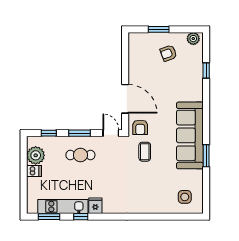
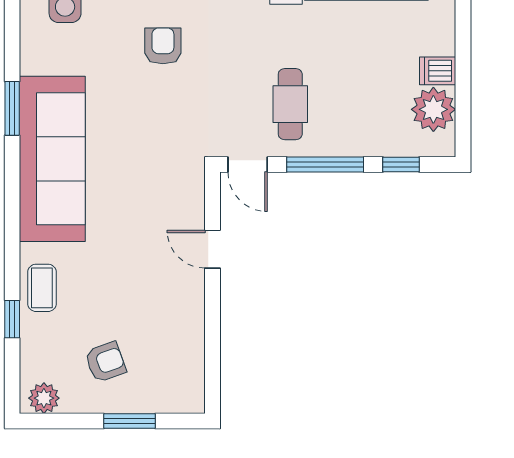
door: (125, 99) -> (213, 249), width x0.53
armchair: (140, 127) -> (163, 46), moved
window: (80, 133) -> (325, 165), width x1.44
coffee table: (145, 152) -> (42, 288), moved
cafe table: (80, 155) -> (290, 104), moved, turned 90

